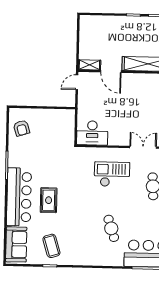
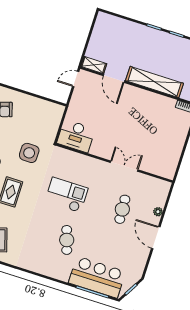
side table: (55, 160) -> (29, 153), added
checkout: (112, 174) -> (66, 195), moved

